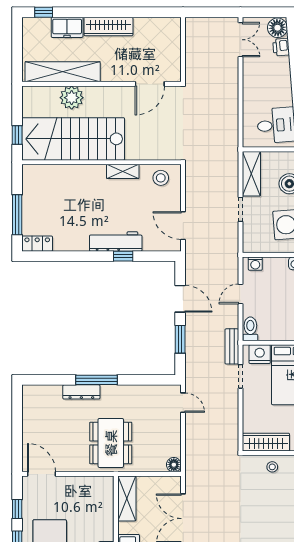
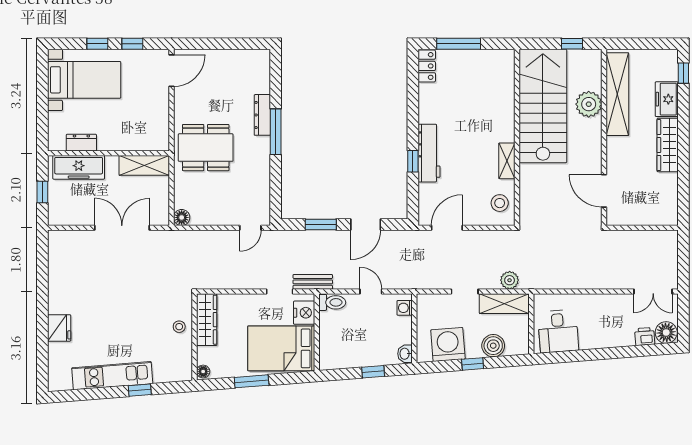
window: (17, 135) -> (572, 44), moved
plant: (230, 169) -> (510, 280), added

